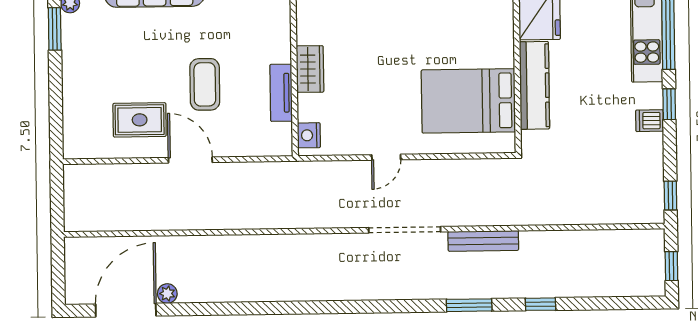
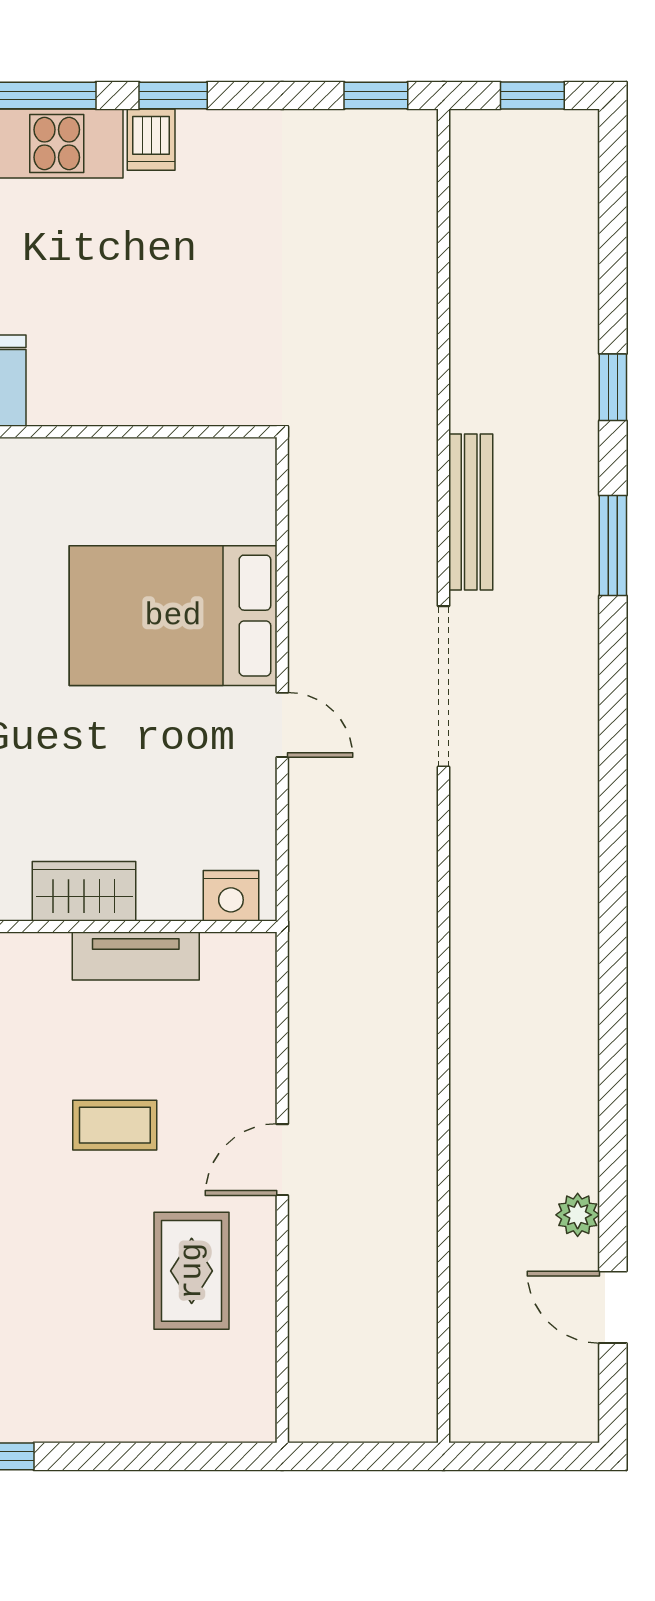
coffee table: (205, 84) -> (115, 1125), width x0.73, depth x0.77
kitchen counter: (534, 85) -> (127, 394), removed
bed: (468, 101) -> (173, 616), moved, turned 90
dishwasher: (650, 121) -> (151, 140), moved
door: (190, 160) -> (282, 1160), width x0.73
door: (126, 310) -> (613, 1307), width x0.53

